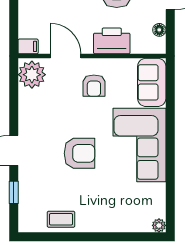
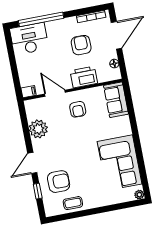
plant: (32, 75) -> (38, 129), moved
corner sofa: (139, 145) -> (120, 163), moved
armchair: (79, 153) -> (59, 182), moved

